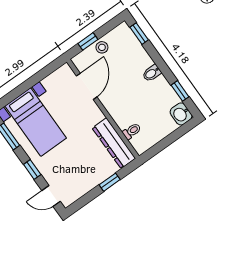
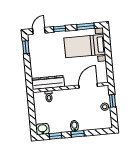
window: (139, 34) -> (78, 134), moved
door: (87, 86) -> (88, 86), swing flipped
window: (110, 182) -> (26, 47), moved

